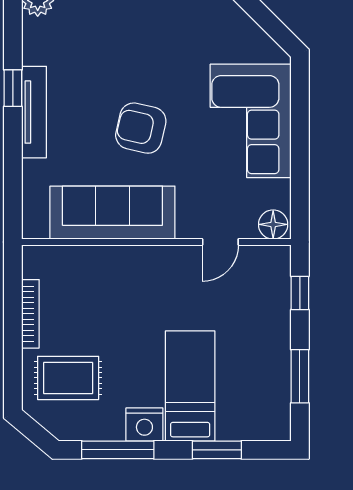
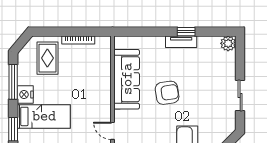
tv unit: (34, 112) -> (181, 42), width x0.71
armchair: (141, 128) -> (167, 93), turned 68

